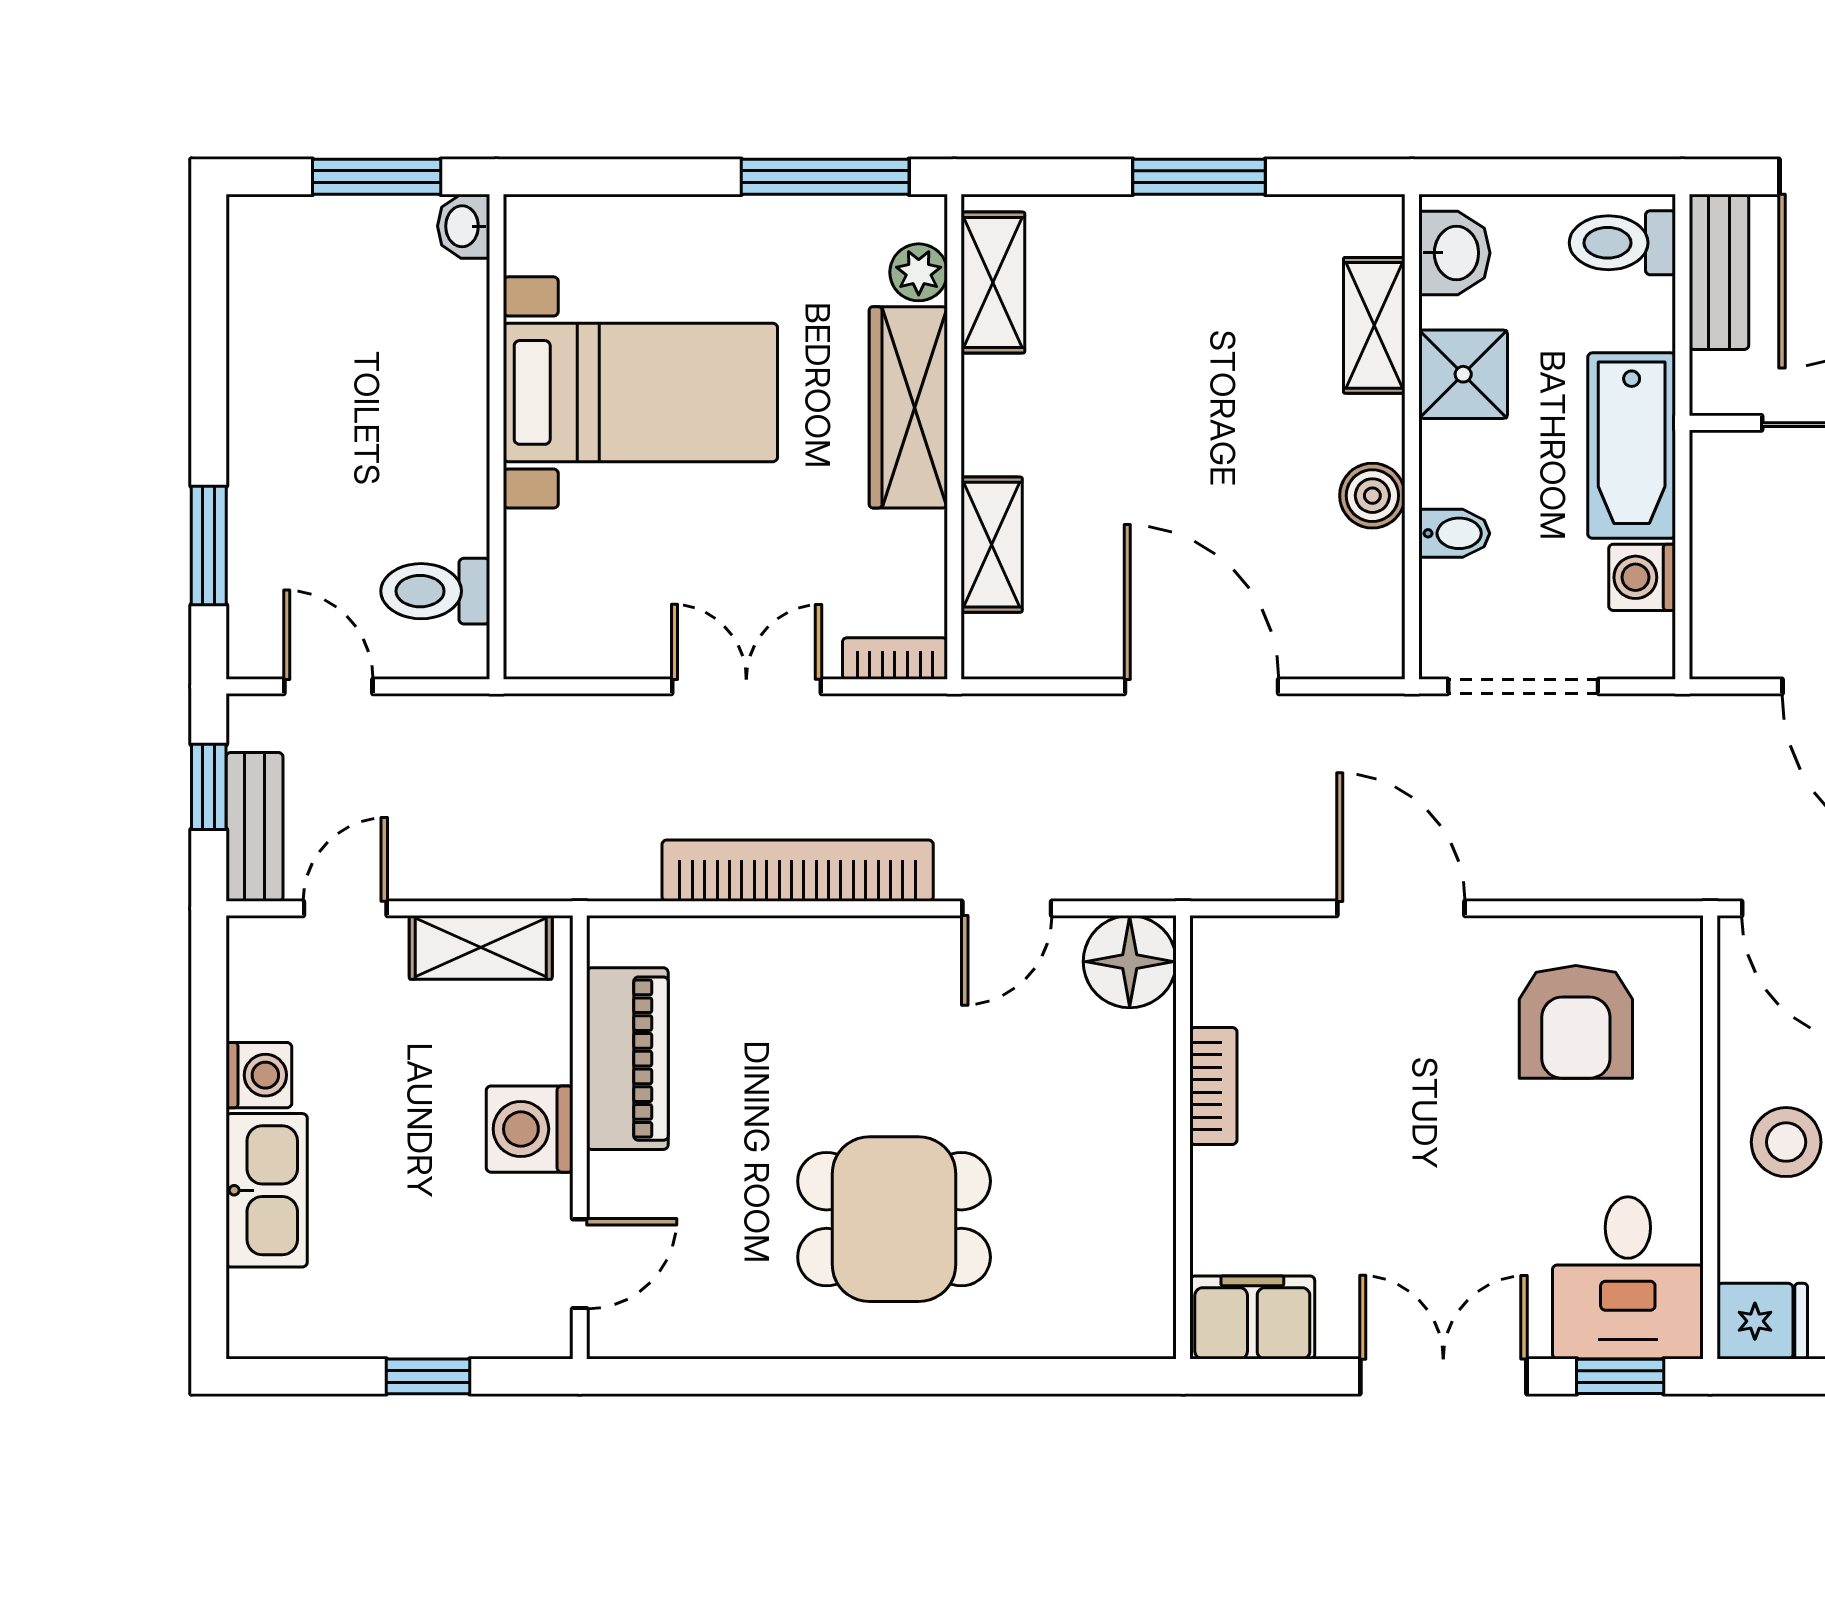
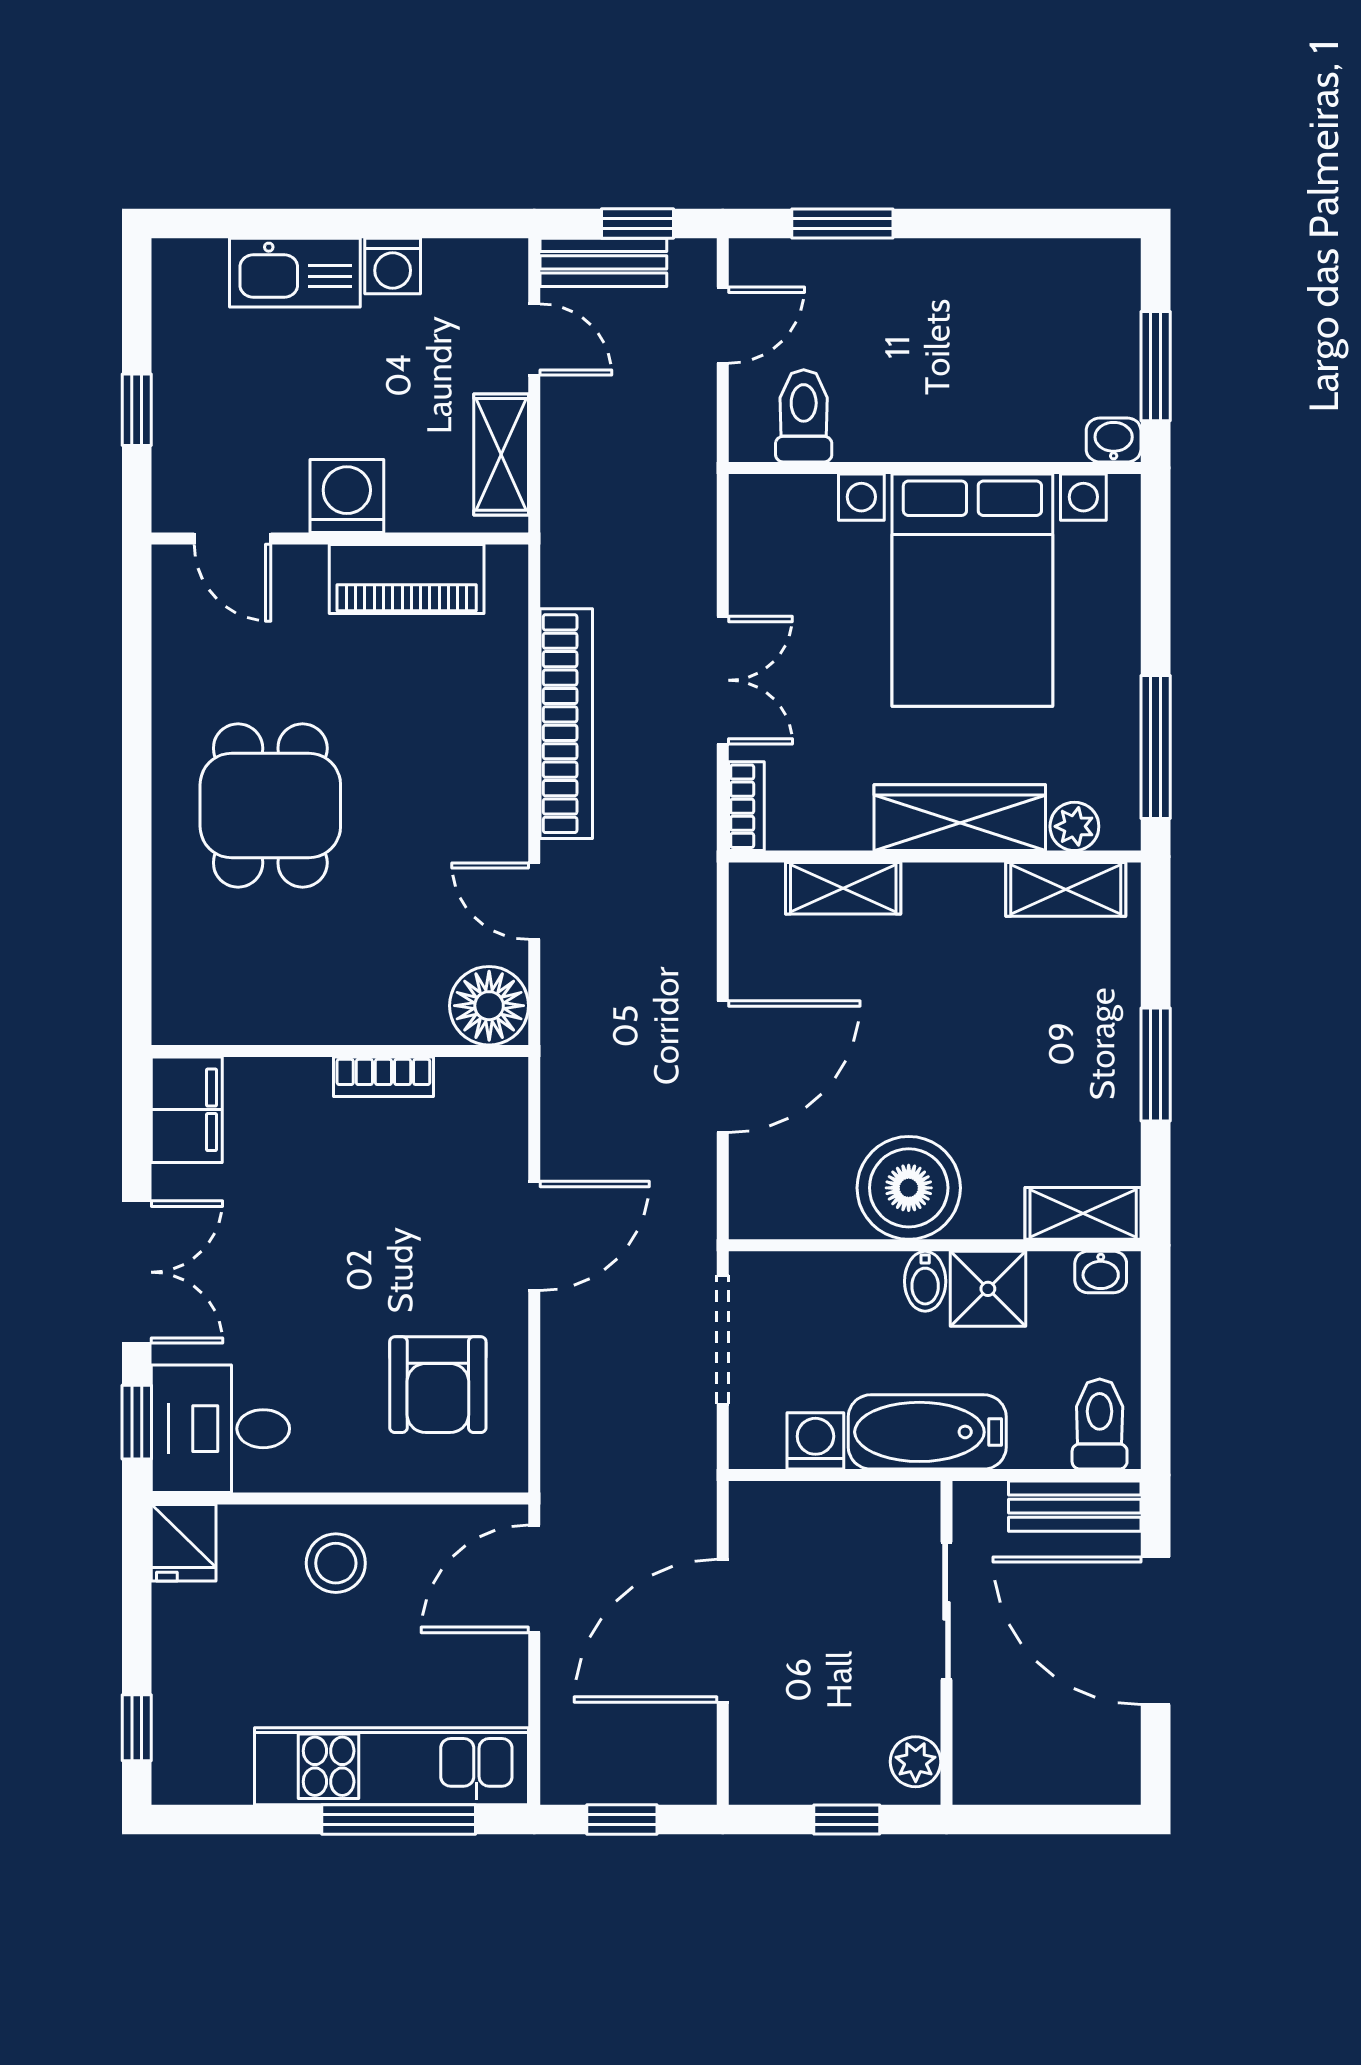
washbasin: (1454, 253) -> (1101, 1272), width x0.72, depth x0.69
shelving: (1374, 325) -> (1083, 1213), moved
bed with nightstands: (640, 392) -> (972, 590), width x1.36
boiler: (1372, 496) -> (909, 1188), width x1.86, depth x1.86
bidet: (1454, 533) -> (925, 1281), moved
armchair: (1576, 1022) -> (438, 1385), turned -90

